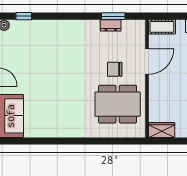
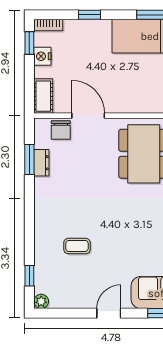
coffee table: (47, 53) -> (77, 246), added
chair: (115, 69) -> (61, 130), moved

